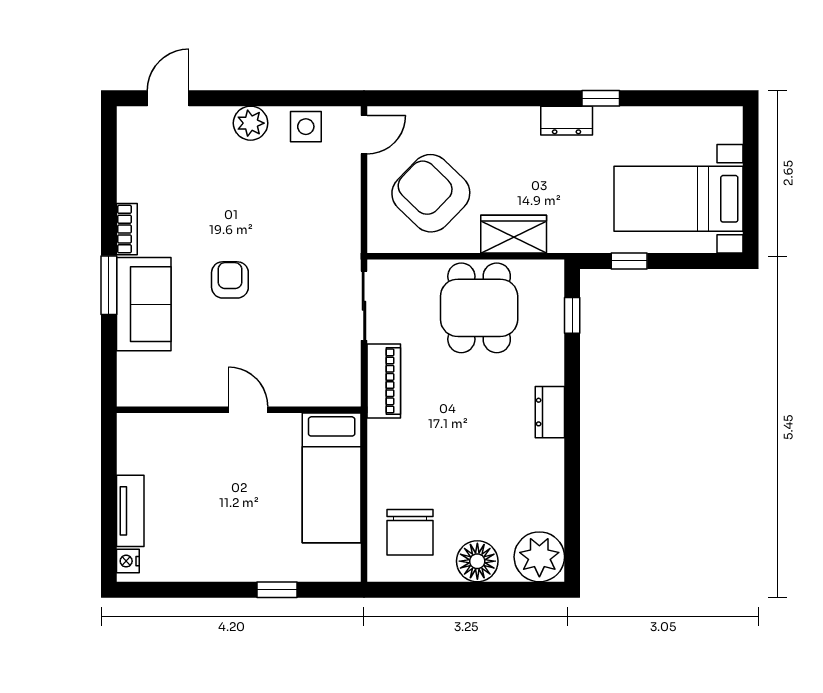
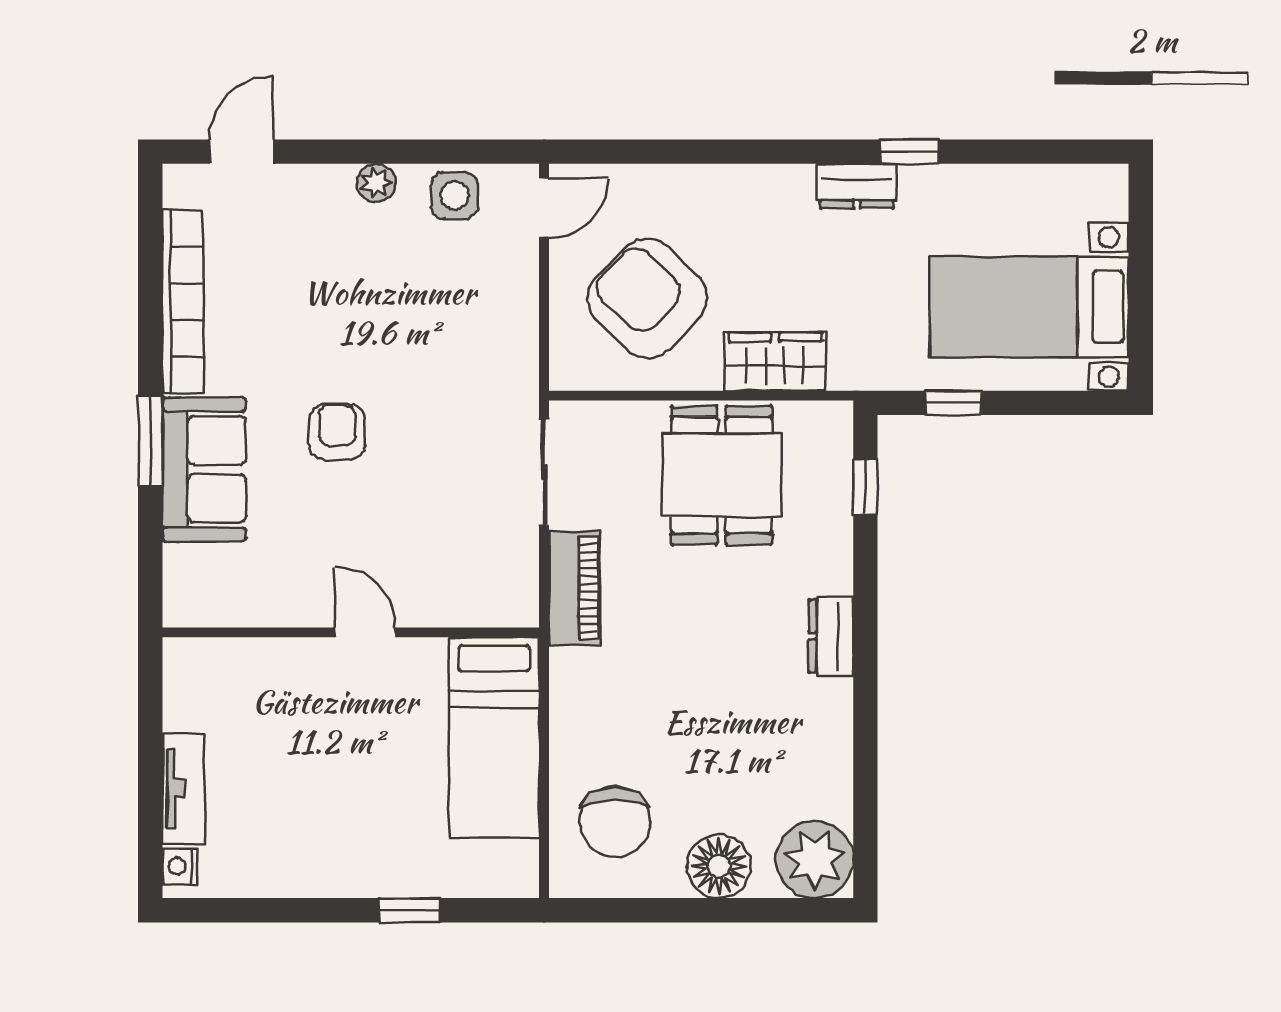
plant: (251, 123) -> (376, 183), width x0.73, depth x0.73
bookcase: (127, 229) -> (183, 302), width x2.31, depth x1.31

